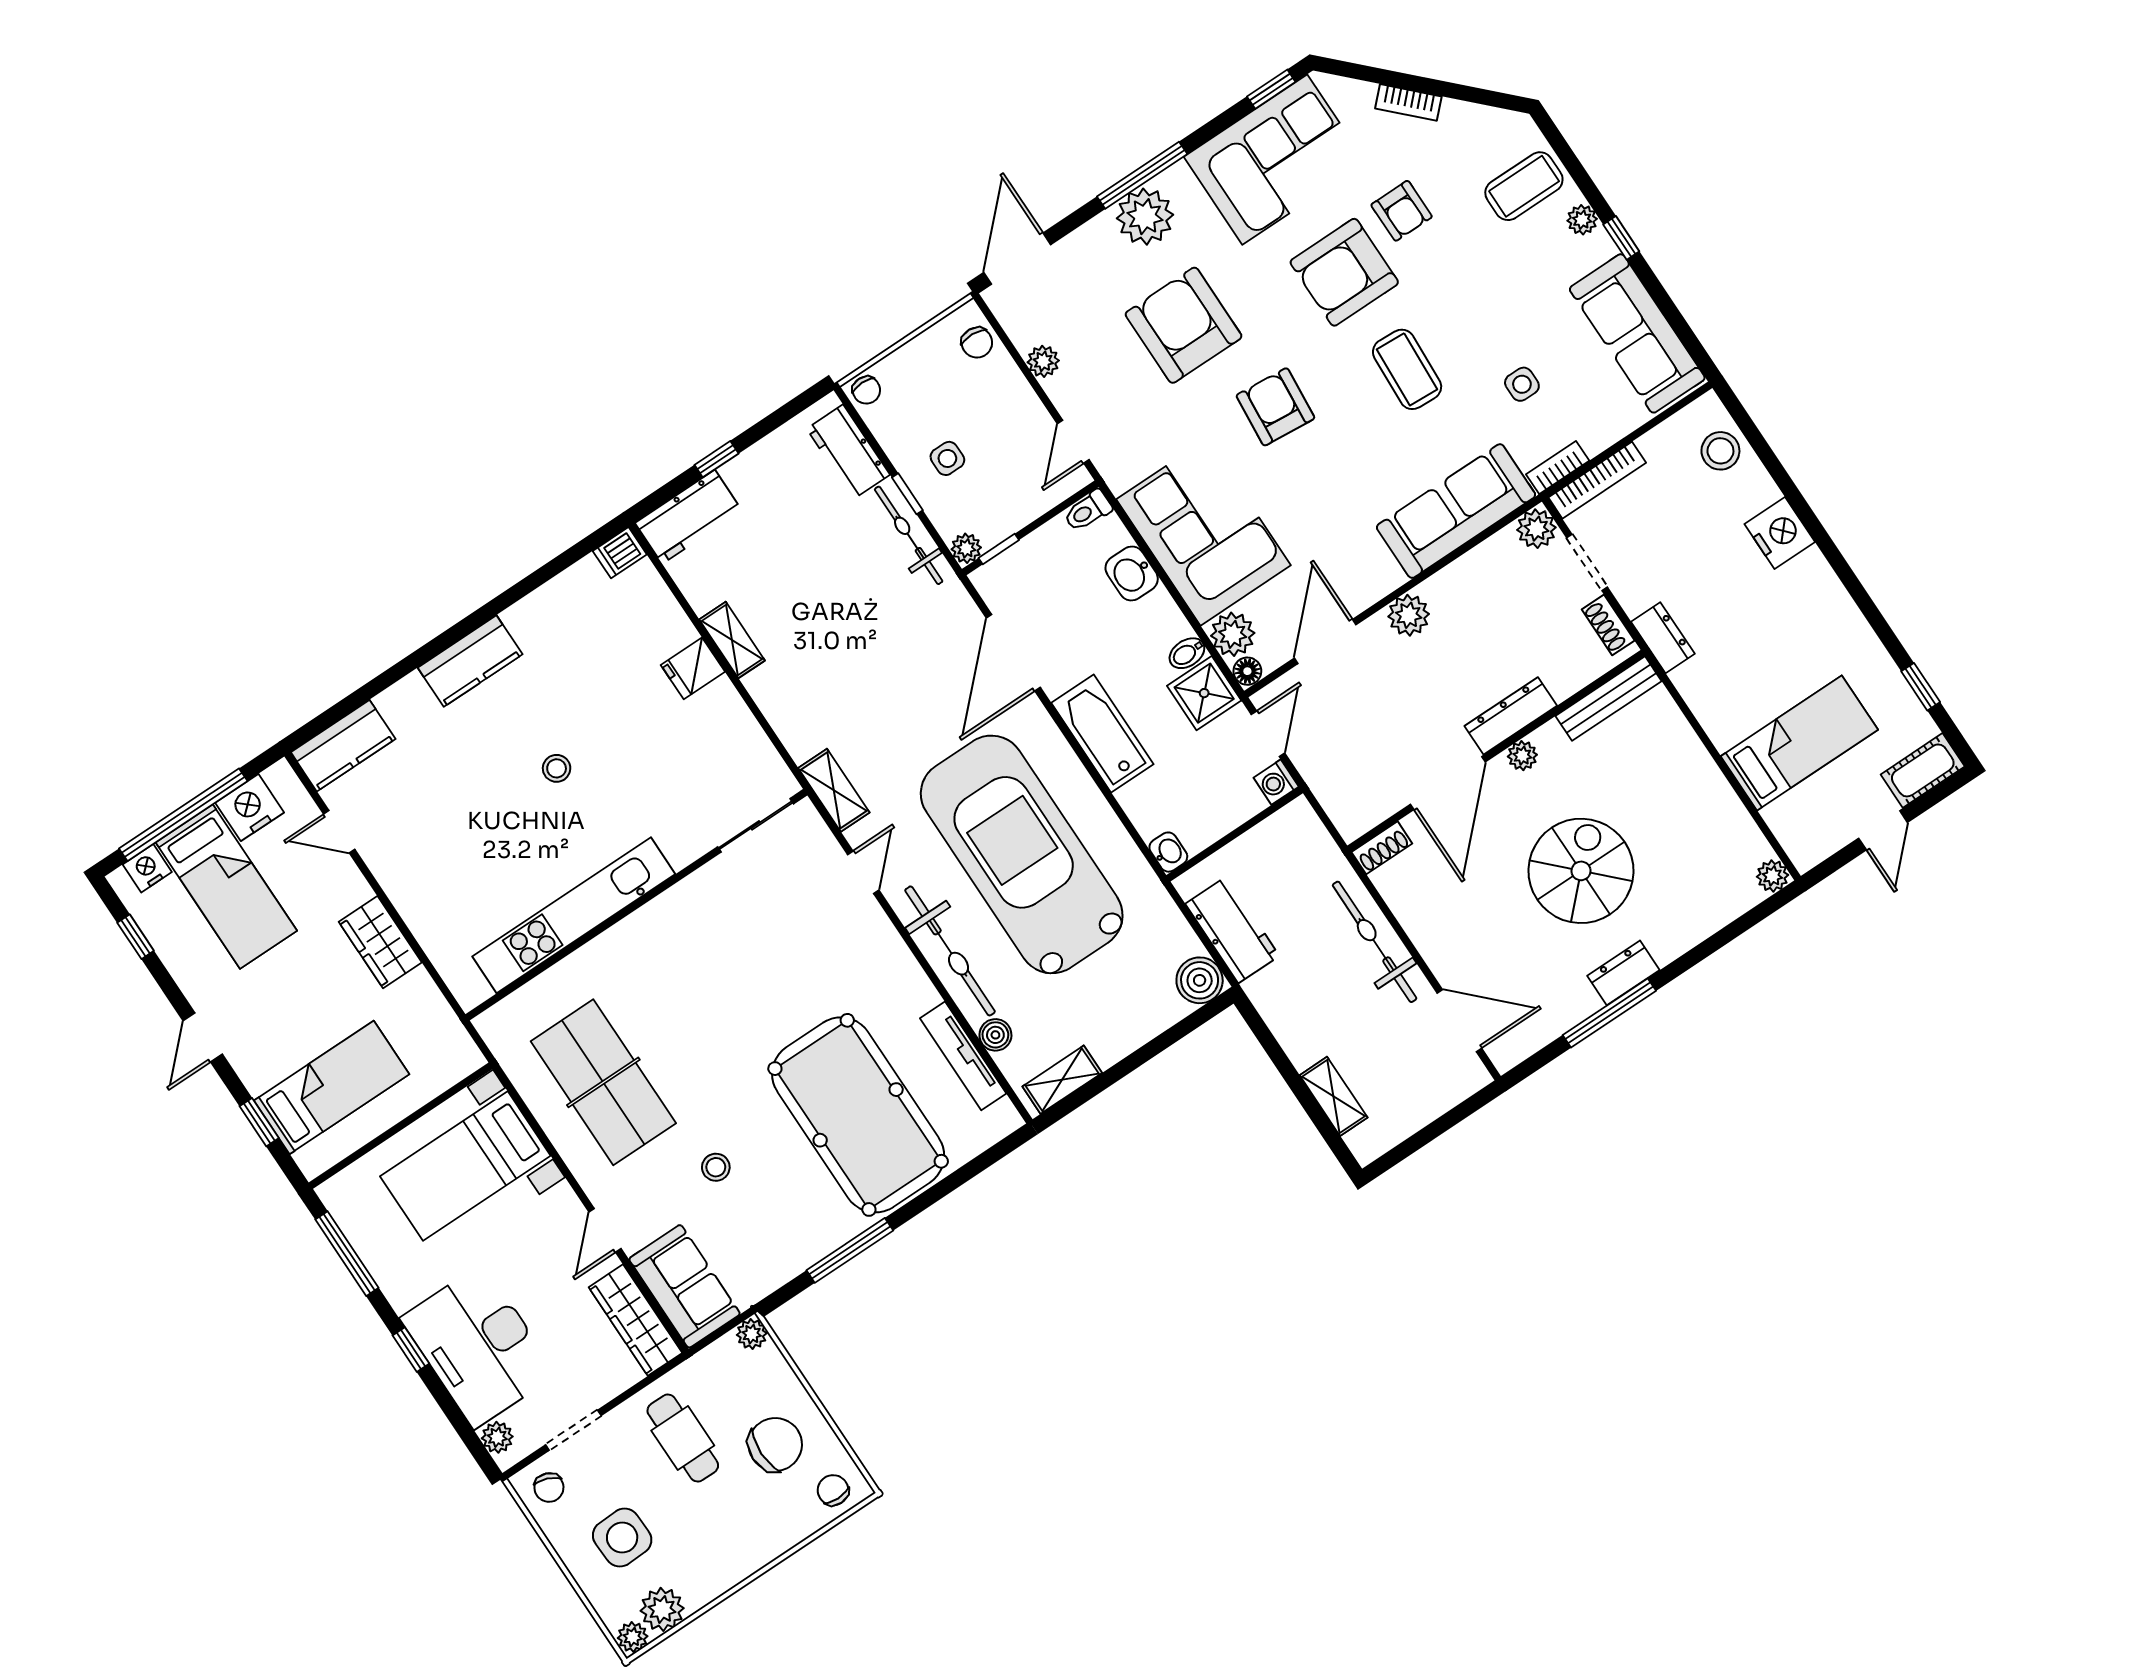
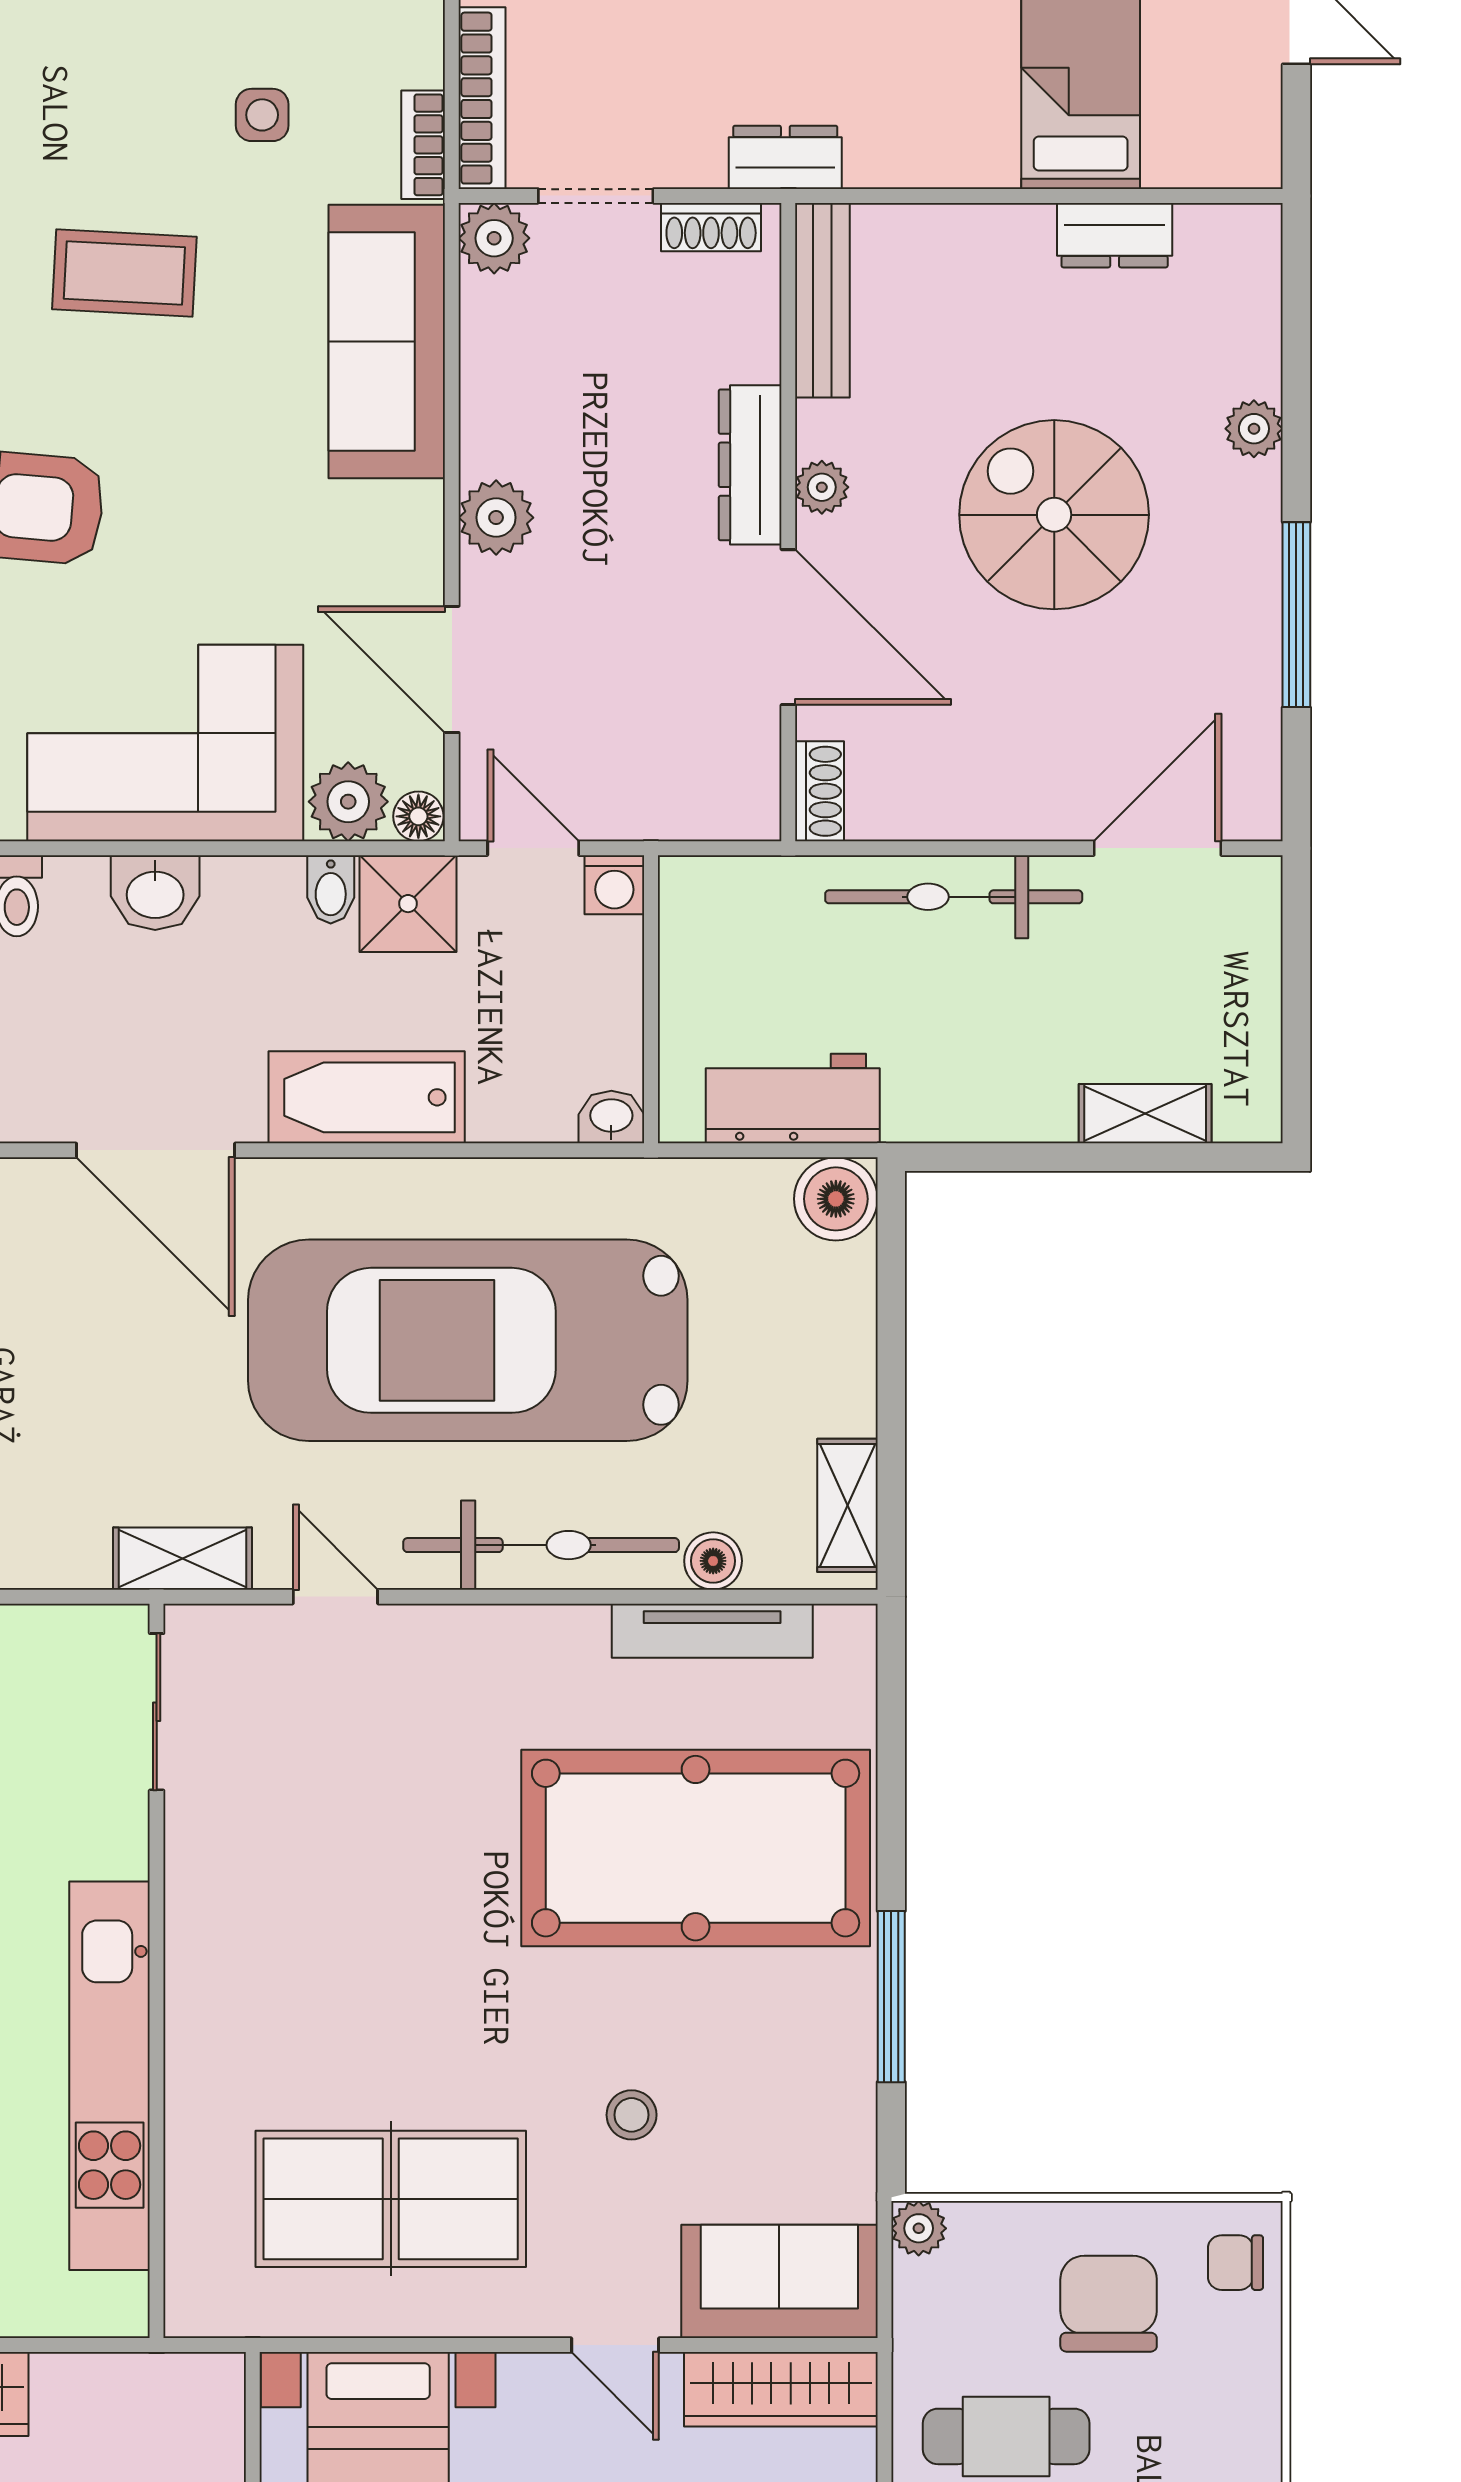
plant: (1772, 876) -> (1254, 429), moved
dresser: (1623, 973) -> (1115, 235), moved, turned -90

